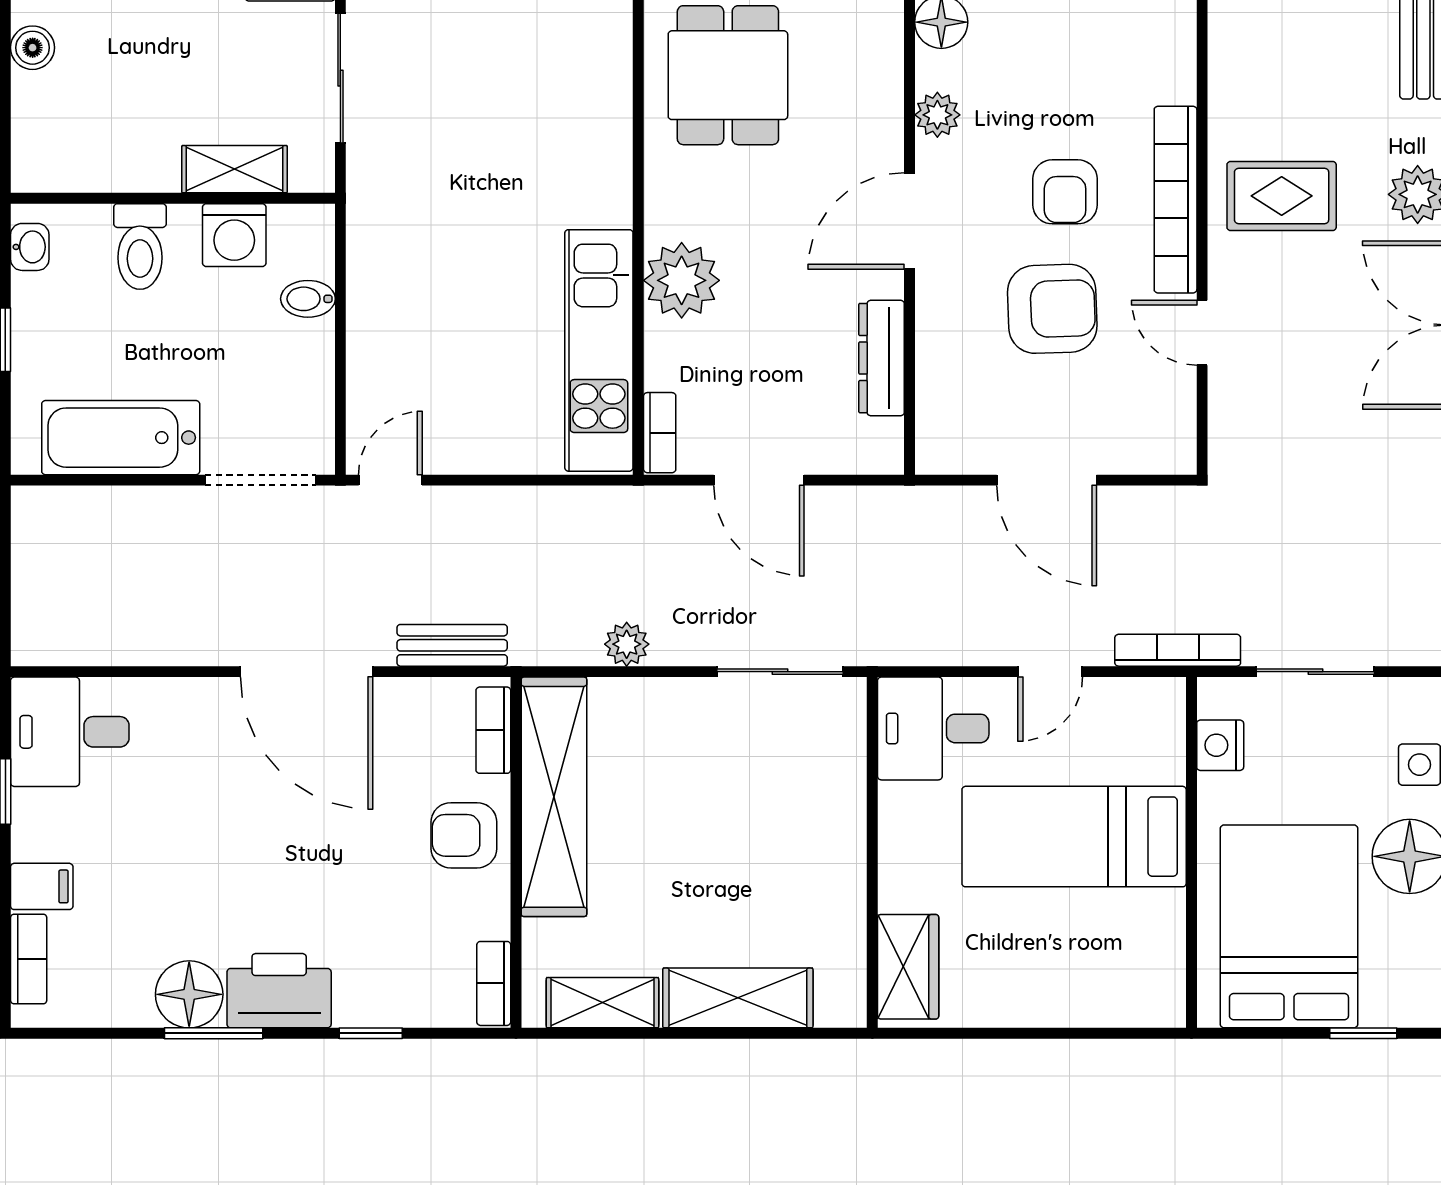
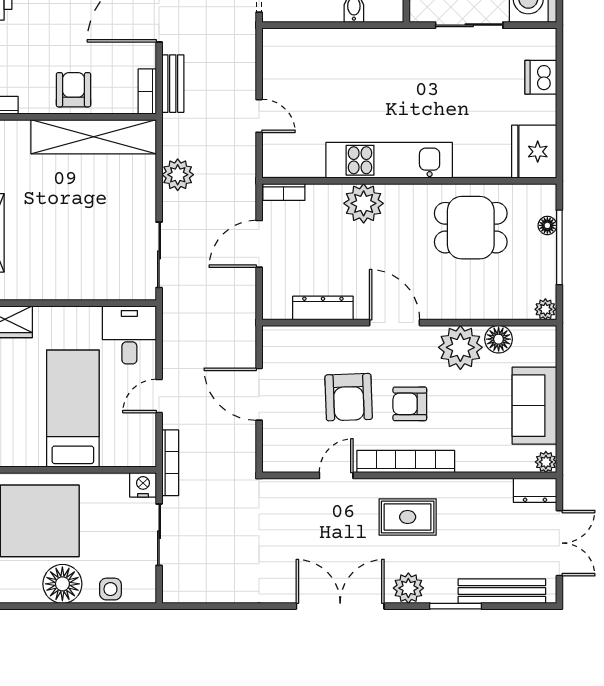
plant: (937, 115) -> (460, 347), width x1.87, depth x1.87
rug: (1282, 196) -> (408, 517), turned 90
kitchen unit: (599, 350) -> (389, 160), moved
door: (390, 480) -> (259, 116), moved
door: (1047, 480) -> (259, 394), hinge flipped
plant: (627, 644) -> (178, 175), width x1.38, depth x1.38
door: (1050, 672) -> (159, 396), hinge flipped
bookcase: (493, 730) -> (147, 91), moved, turned -90
nightstand: (1220, 745) -> (143, 485), moved

